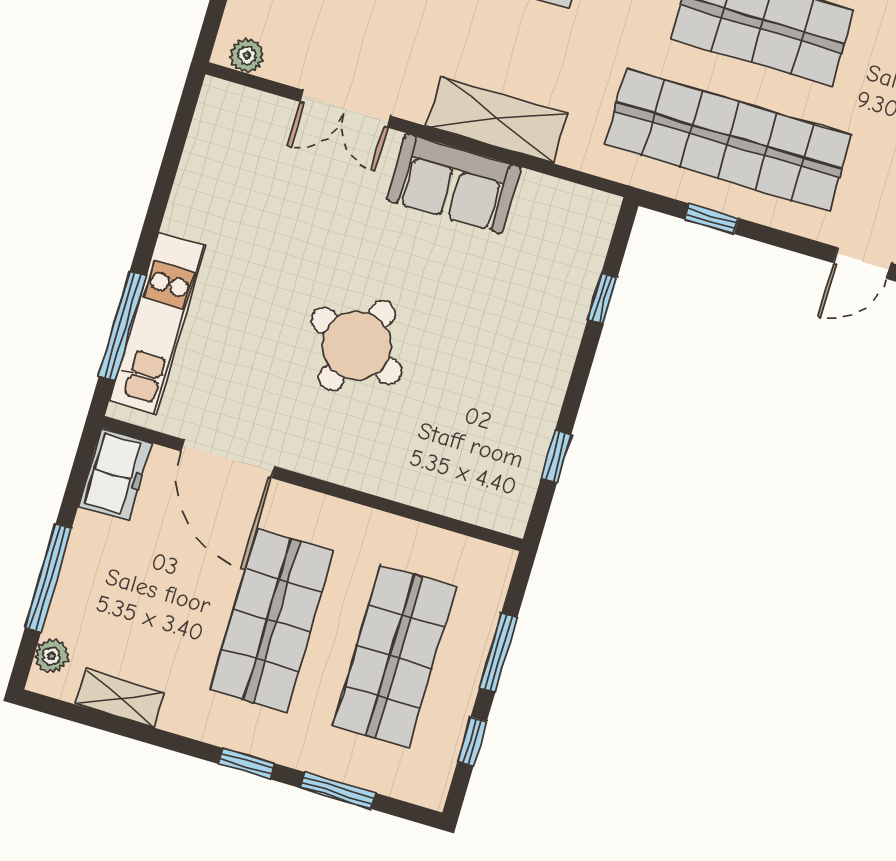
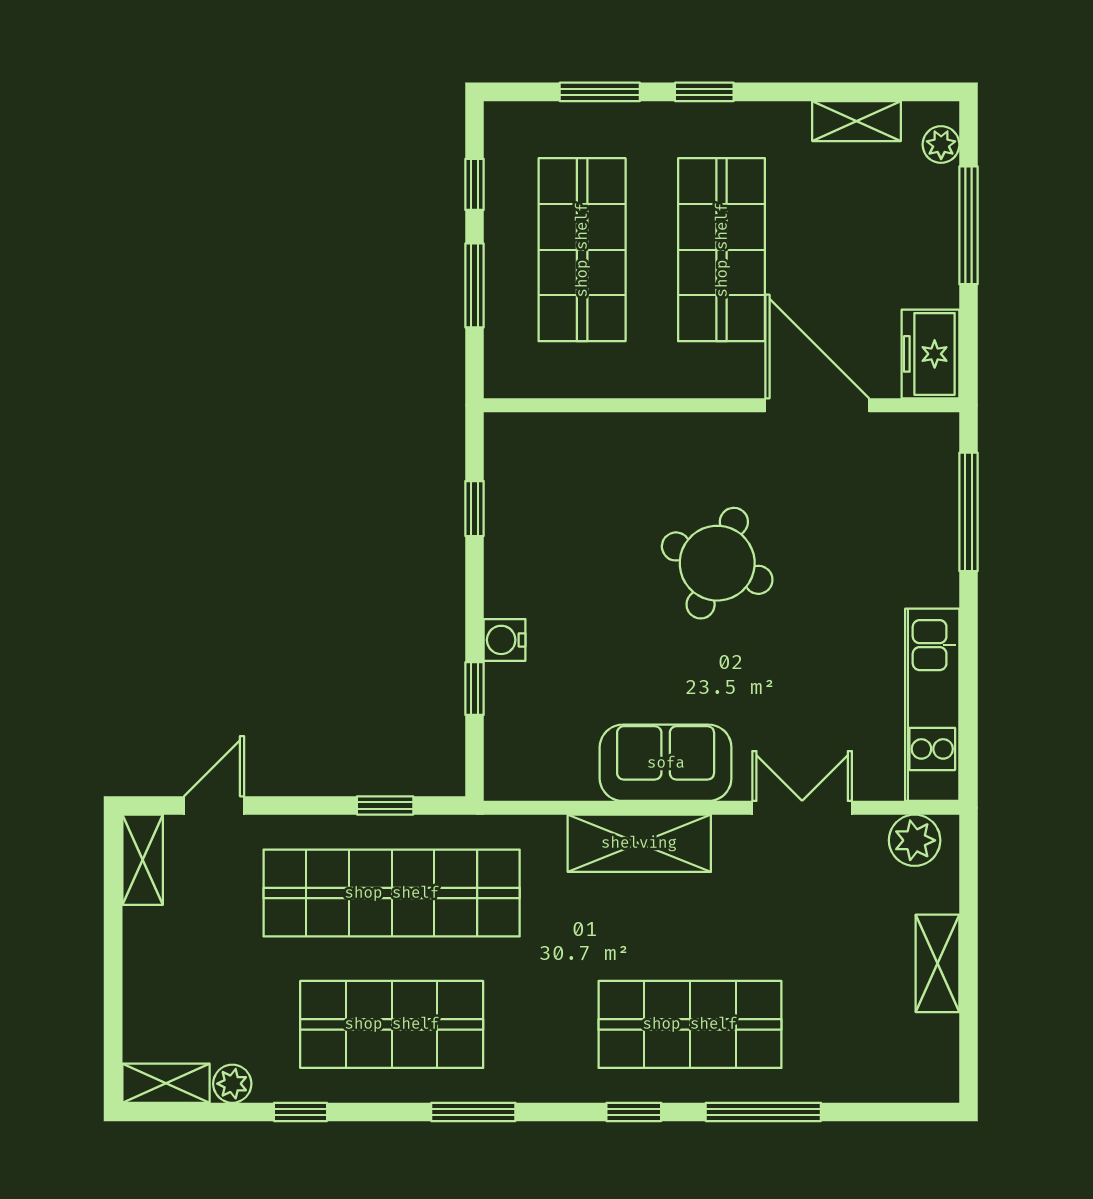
plant: (247, 55) -> (915, 840), width x1.38, depth x1.38
kitchen unit: (158, 323) -> (932, 705), moved
water cooler: (564, 333) -> (505, 640), added

